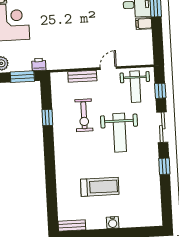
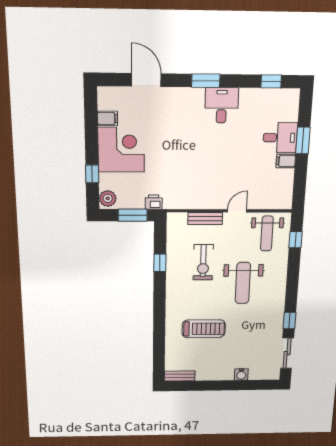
sliding door: (162, 127) -> (287, 353), moved
treadmill: (100, 187) -> (204, 329), moved
water cooler: (113, 223) -> (241, 374), moved

